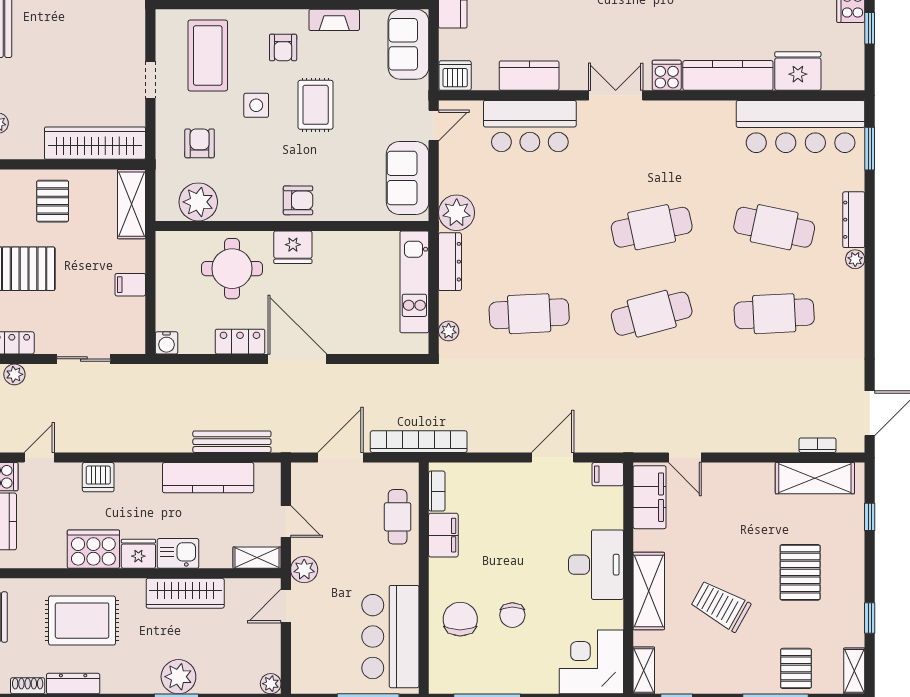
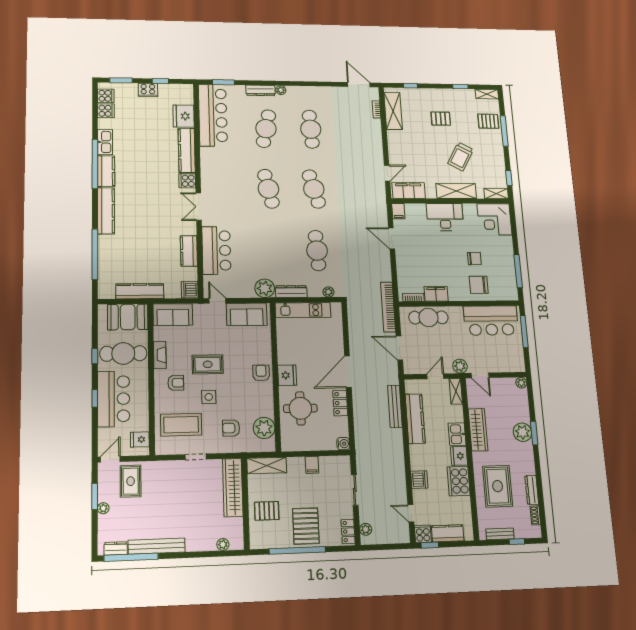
cafe table: (398, 517) -> (428, 317), width x1.37, depth x1.35
pallet: (800, 572) -> (441, 119), width x0.67, depth x0.71

